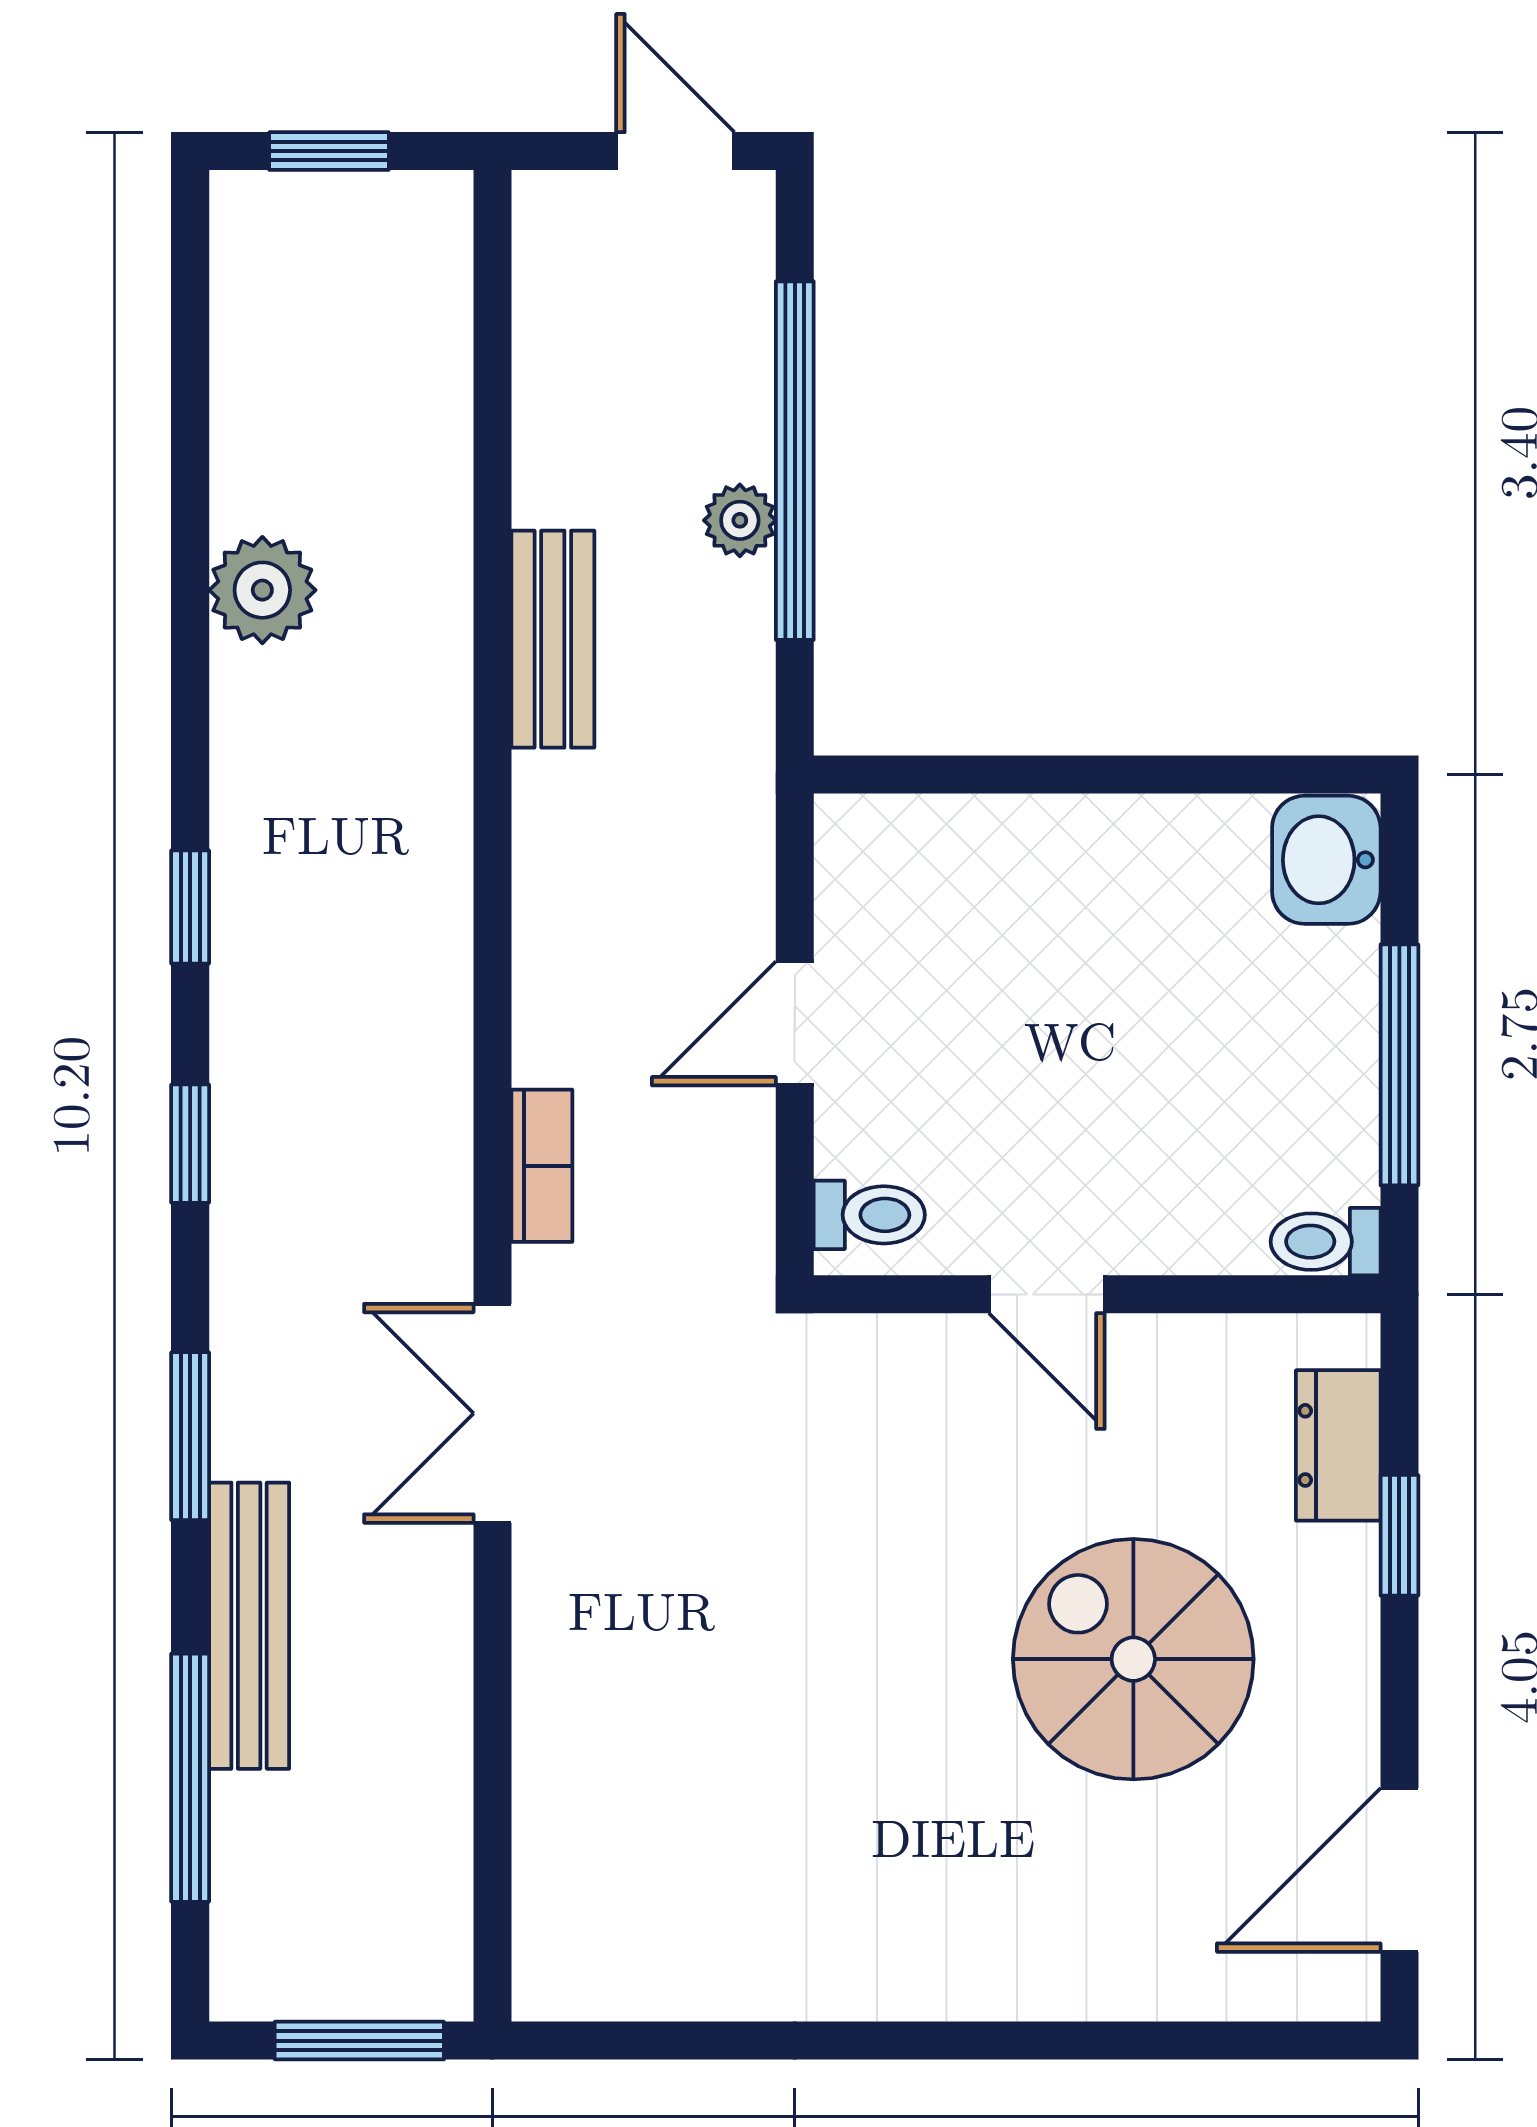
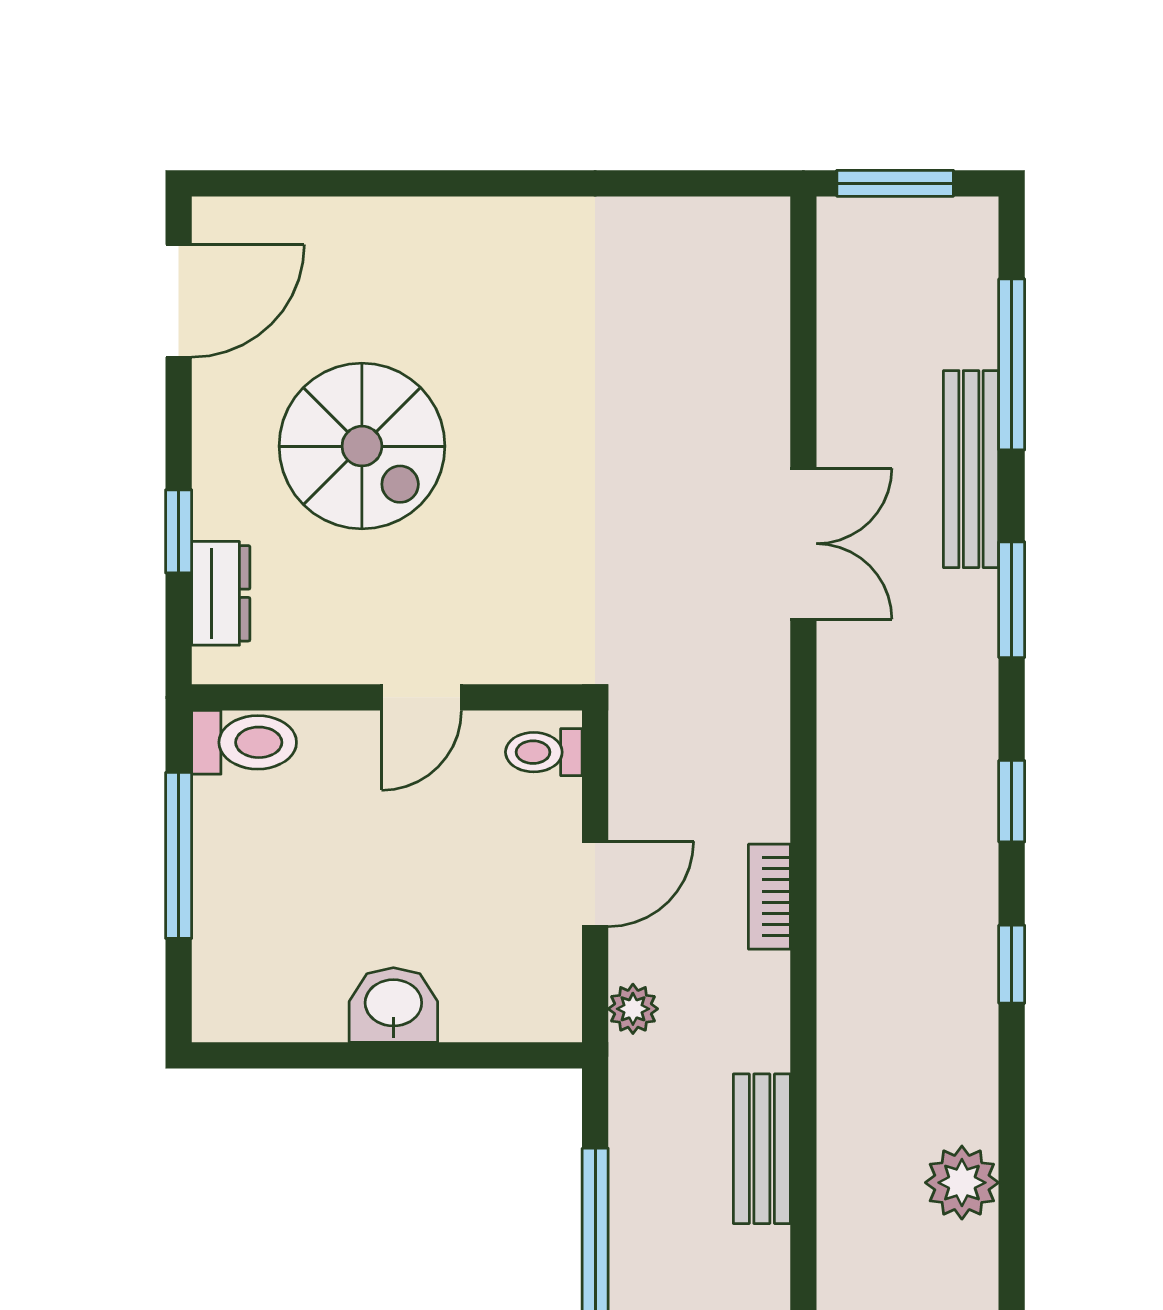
plant: (740, 520) -> (633, 1009), moved
washbasin: (1326, 860) -> (393, 1005), moved, turned -90
bookcase: (542, 1166) -> (769, 897), moved
toilet: (1326, 1242) -> (244, 742), width x1.37, depth x1.39
door: (1047, 1294) -> (422, 697), swing flipped
double door: (492, 1413) -> (803, 544), moved

